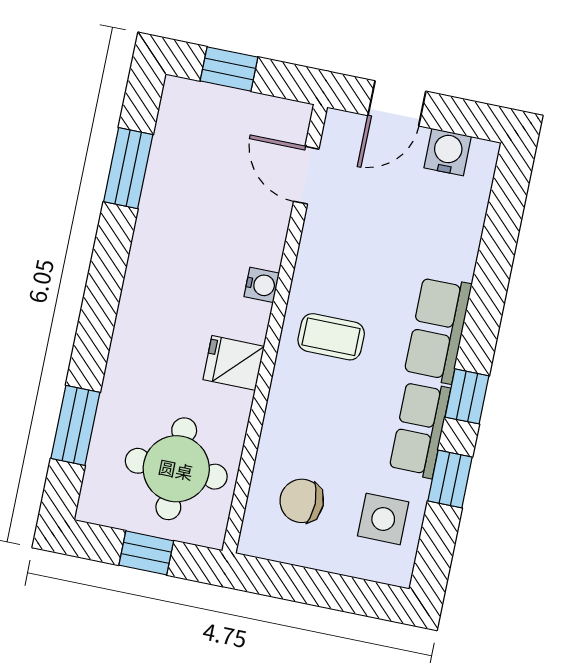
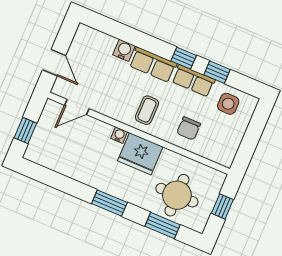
water cooler: (448, 152) -> (124, 50), moved, turned 90
window: (128, 168) -> (109, 203), moved
fridge: (234, 363) -> (140, 154), width x1.88, depth x1.34
round table: (176, 469) -> (177, 195), moved
chair: (302, 501) -> (189, 128), moved

